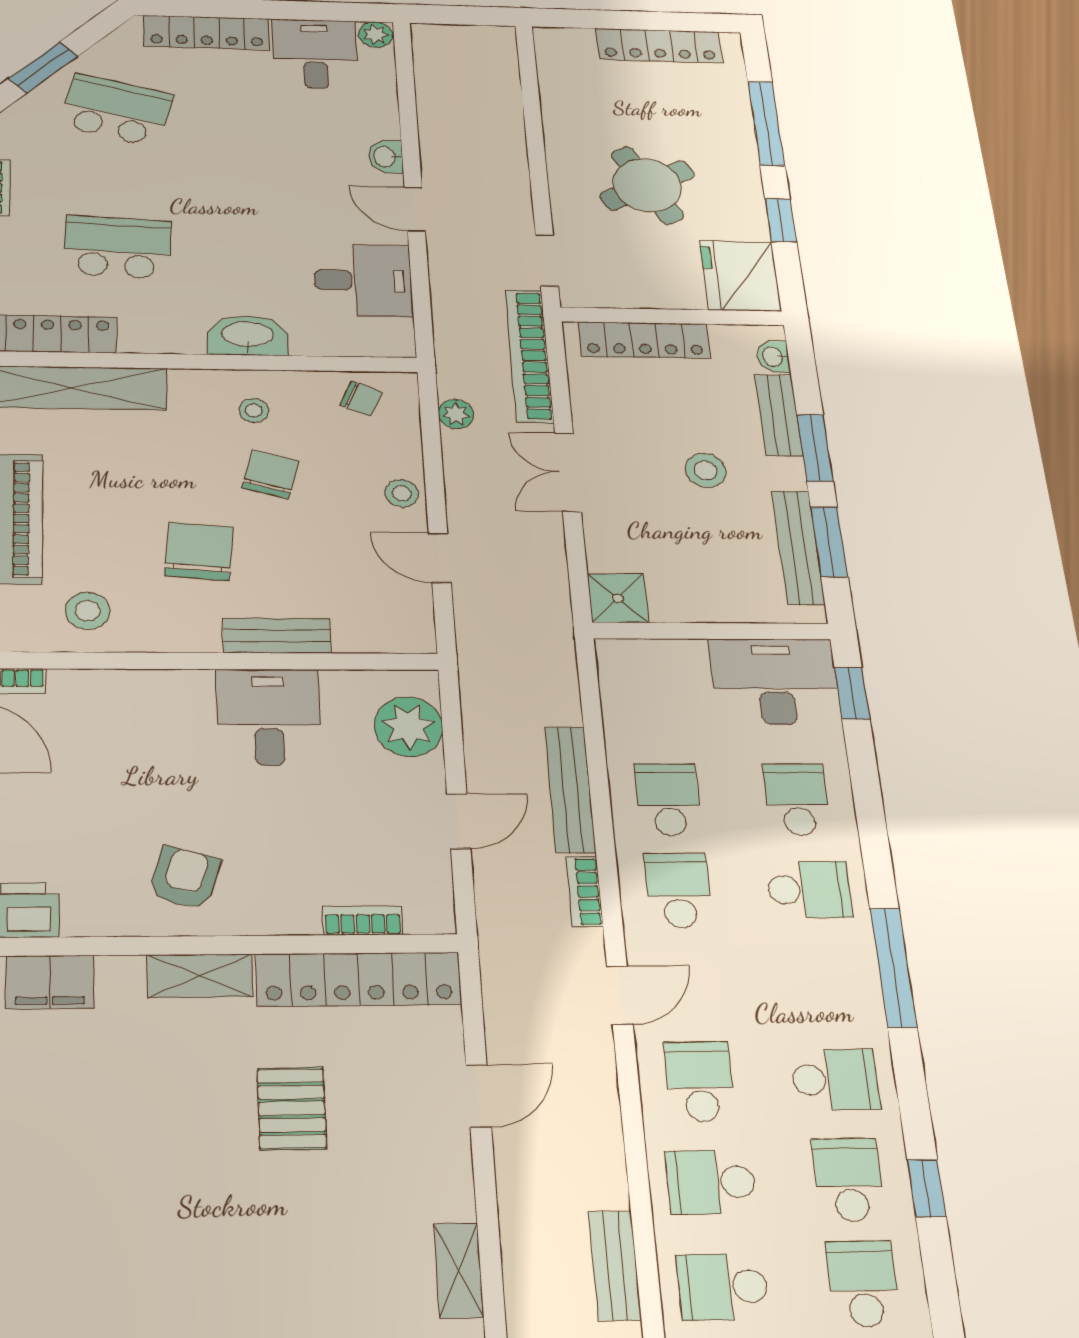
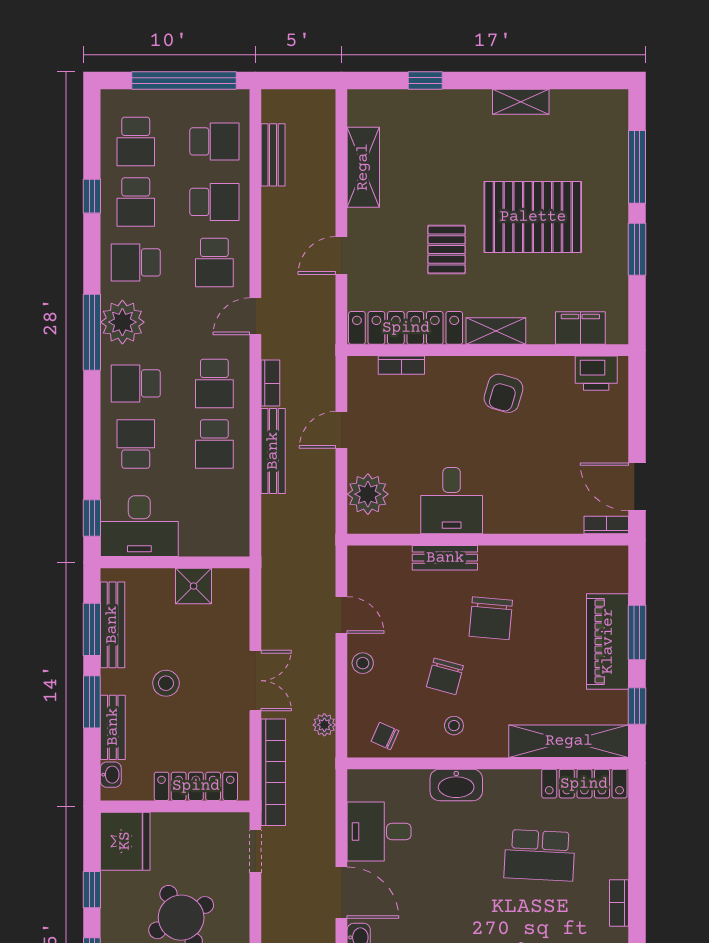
door: (415, 209) -> (341, 893), width x1.38
shower: (618, 598) -> (194, 586), moved
stool: (88, 611) -> (559, 575), removed
school desk: (797, 799) -> (136, 444), turned 180
plant: (844, 984) -> (122, 322), added
pallet: (137, 1166) -> (533, 217), added
shelving: (459, 1270) -> (363, 167), width x1.50, depth x1.33

